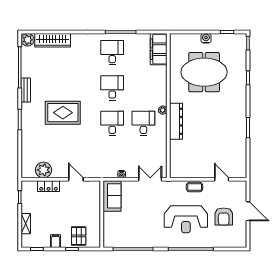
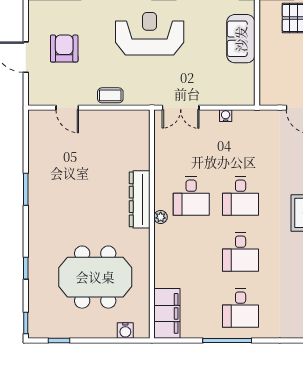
water cooler: (206, 38) -> (125, 331), moved
sofa: (112, 196) -> (241, 39), moved
reception desk: (186, 219) -> (150, 34), moved

